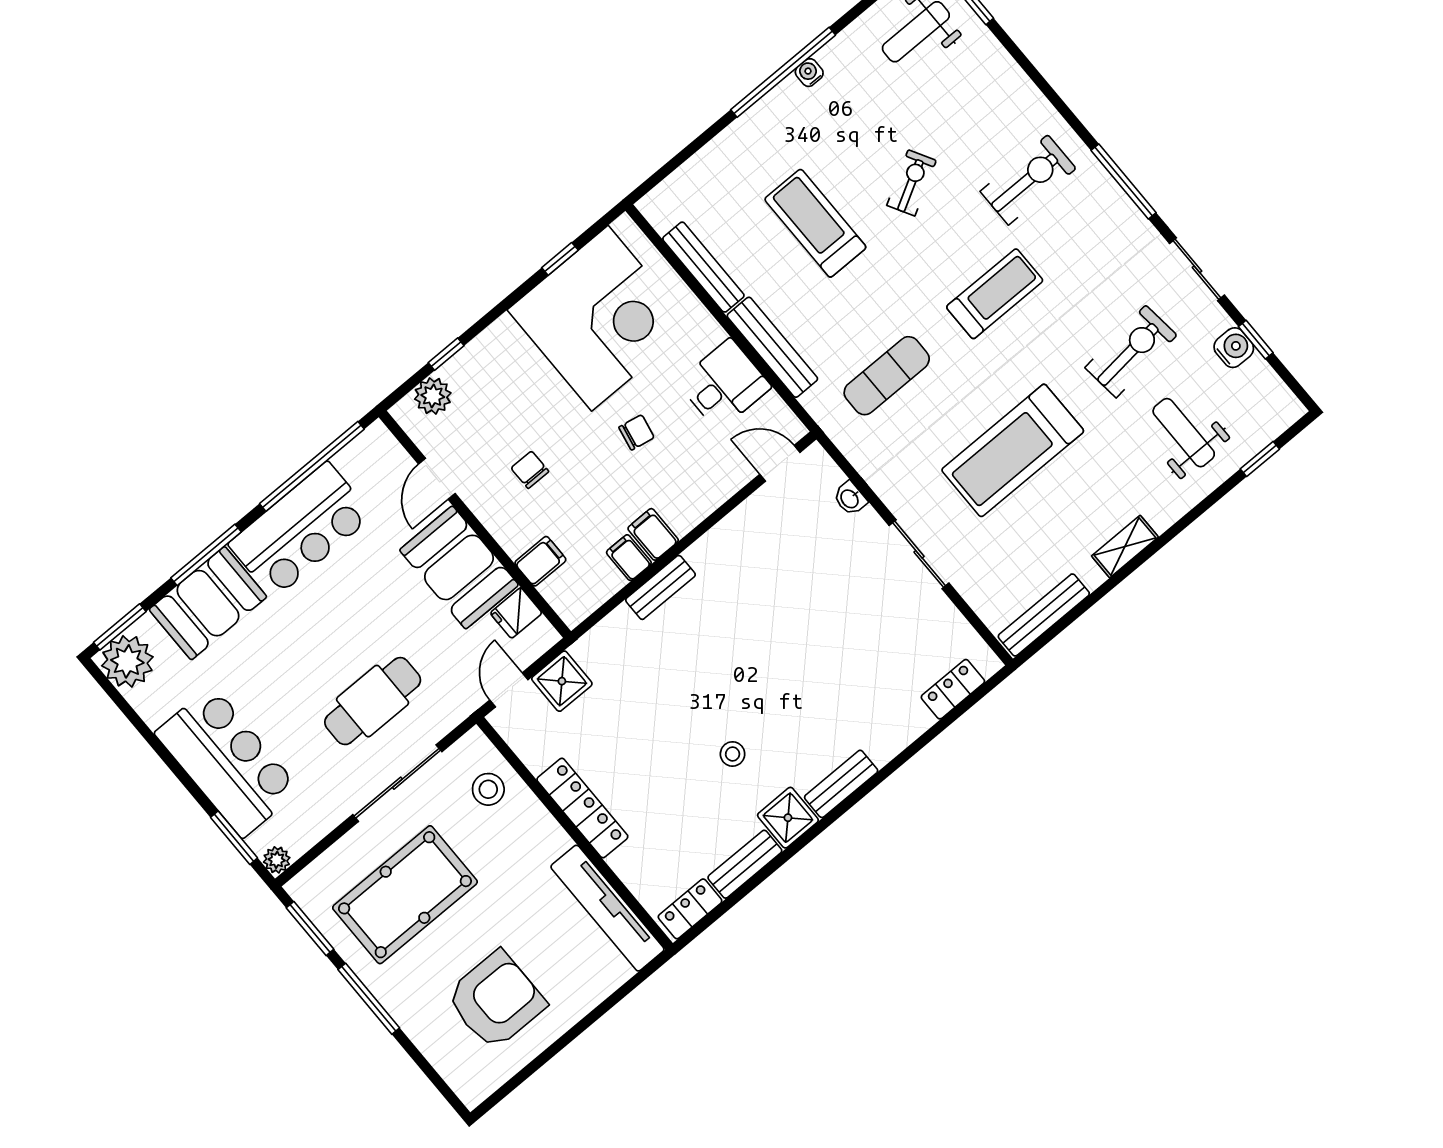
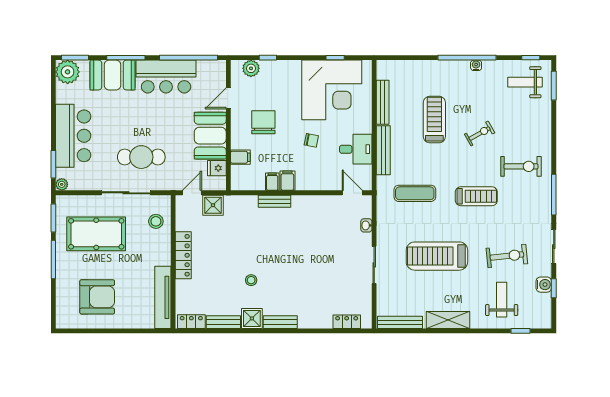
chair: (530, 470) -> (263, 122), width x1.87, depth x1.87
shelving: (1125, 547) -> (448, 320), width x1.50, depth x1.33

